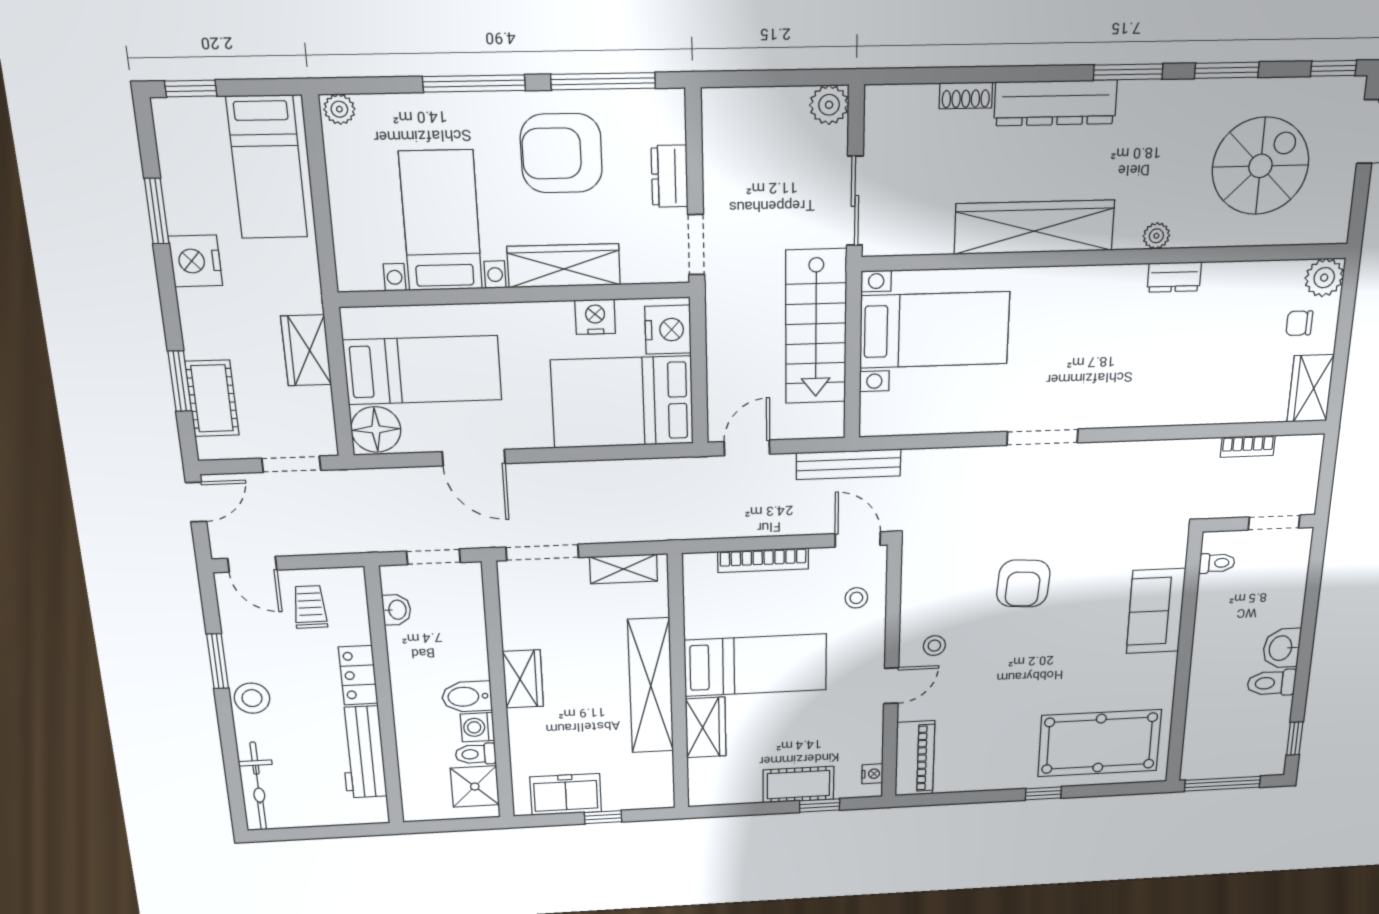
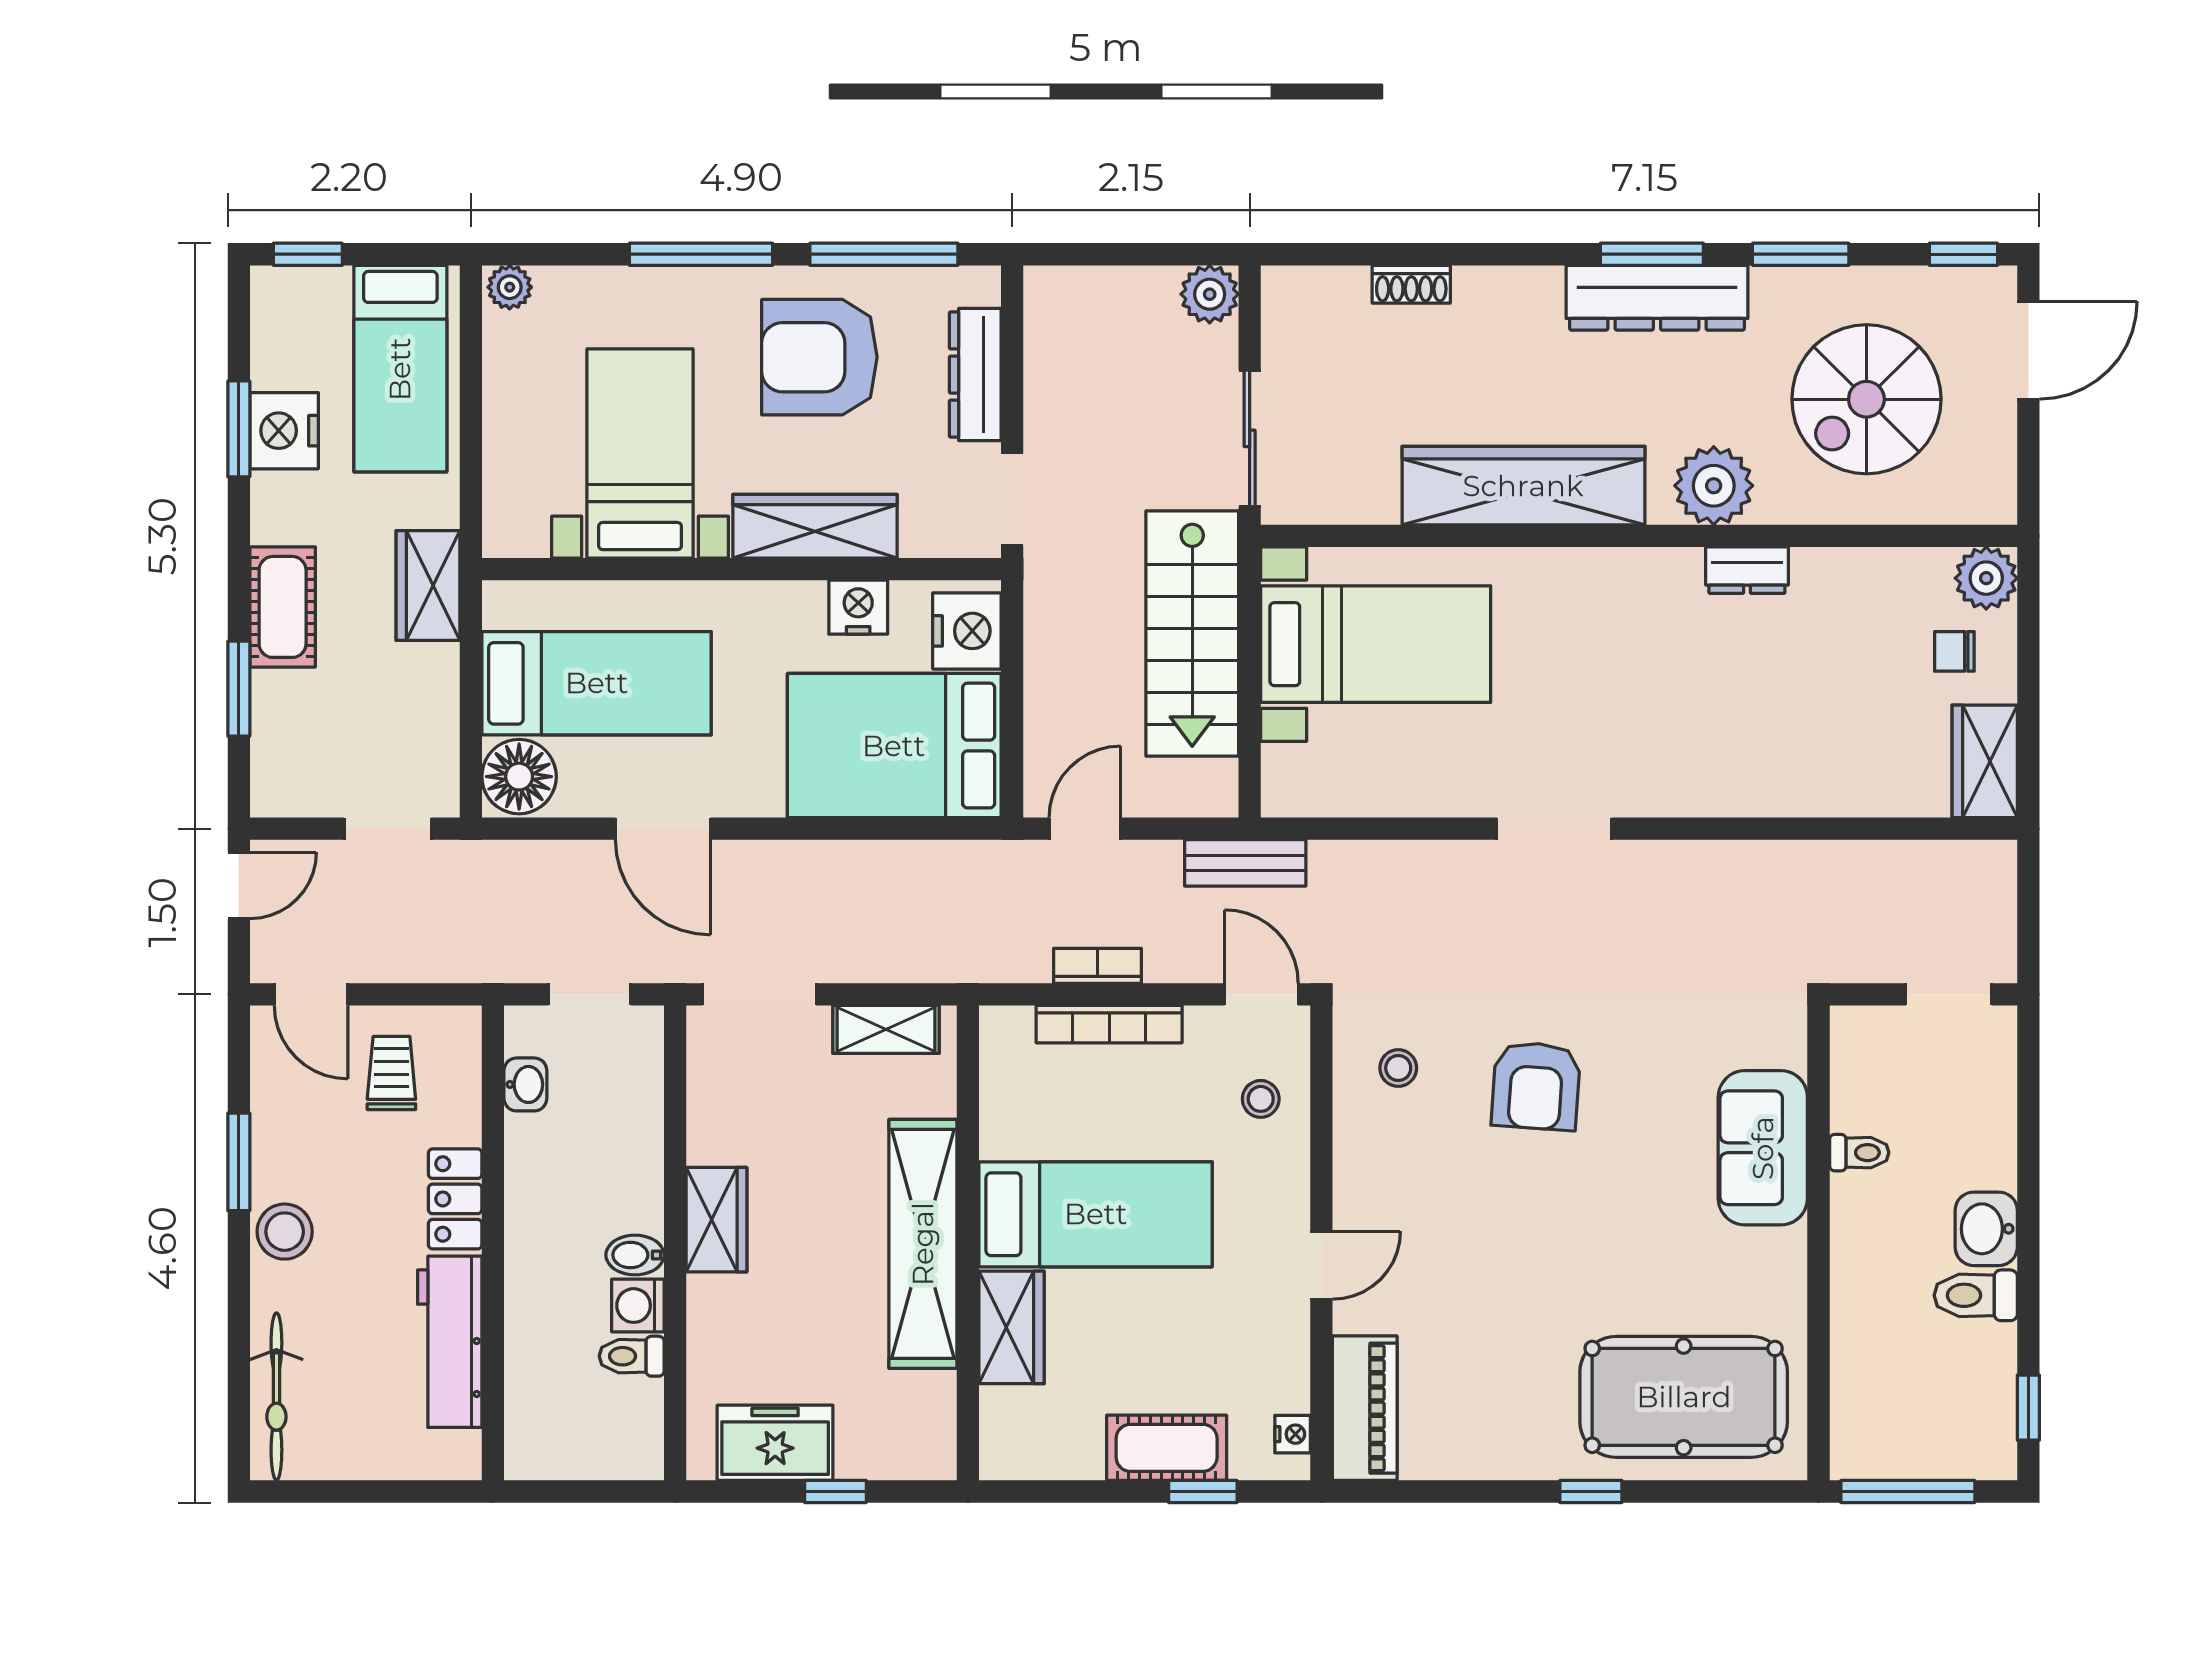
dresser: (1056, 103) -> (1657, 298), moved
spiral stairs: (1260, 166) -> (1866, 399), turned 180
dresser: (670, 176) -> (975, 375), width x1.44
plant: (1156, 236) -> (1714, 486), width x1.87, depth x1.87
nightstand: (196, 261) -> (284, 431), moved
wardrobe: (306, 350) -> (428, 586), moved
cot: (212, 398) -> (283, 607), moved
bookcase: (1248, 446) -> (1097, 966), moved, turned 180
bench: (849, 464) -> (1245, 863), width x0.73
toilet: (1217, 563) -> (1859, 1153), moved
stool: (934, 646) -> (1398, 1068), moved
bidet: (467, 697) -> (635, 1255), width x0.72, depth x0.74
shower: (475, 787) -> (626, 1418), removed

